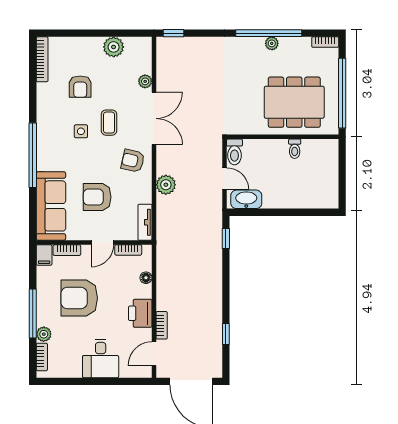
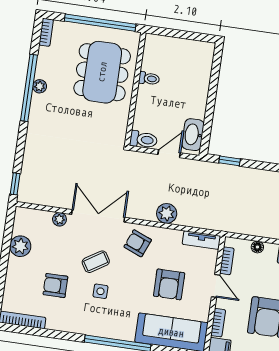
armchair: (80, 87) -> (55, 286), turned 180
coffee table: (109, 123) -> (96, 262), turned -32
armchair: (133, 161) -> (138, 243), turned 99

